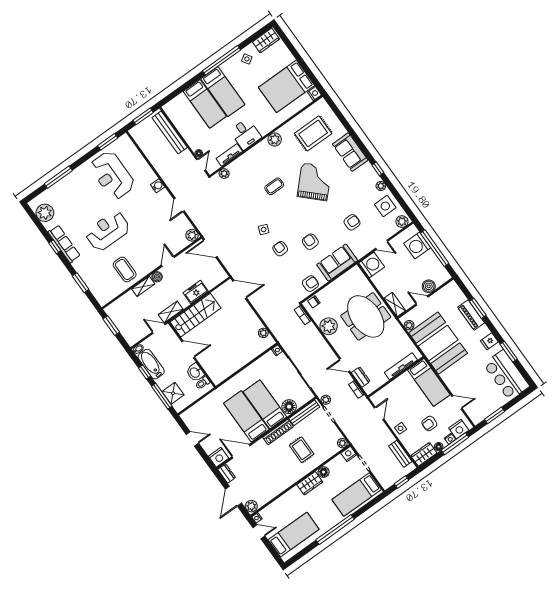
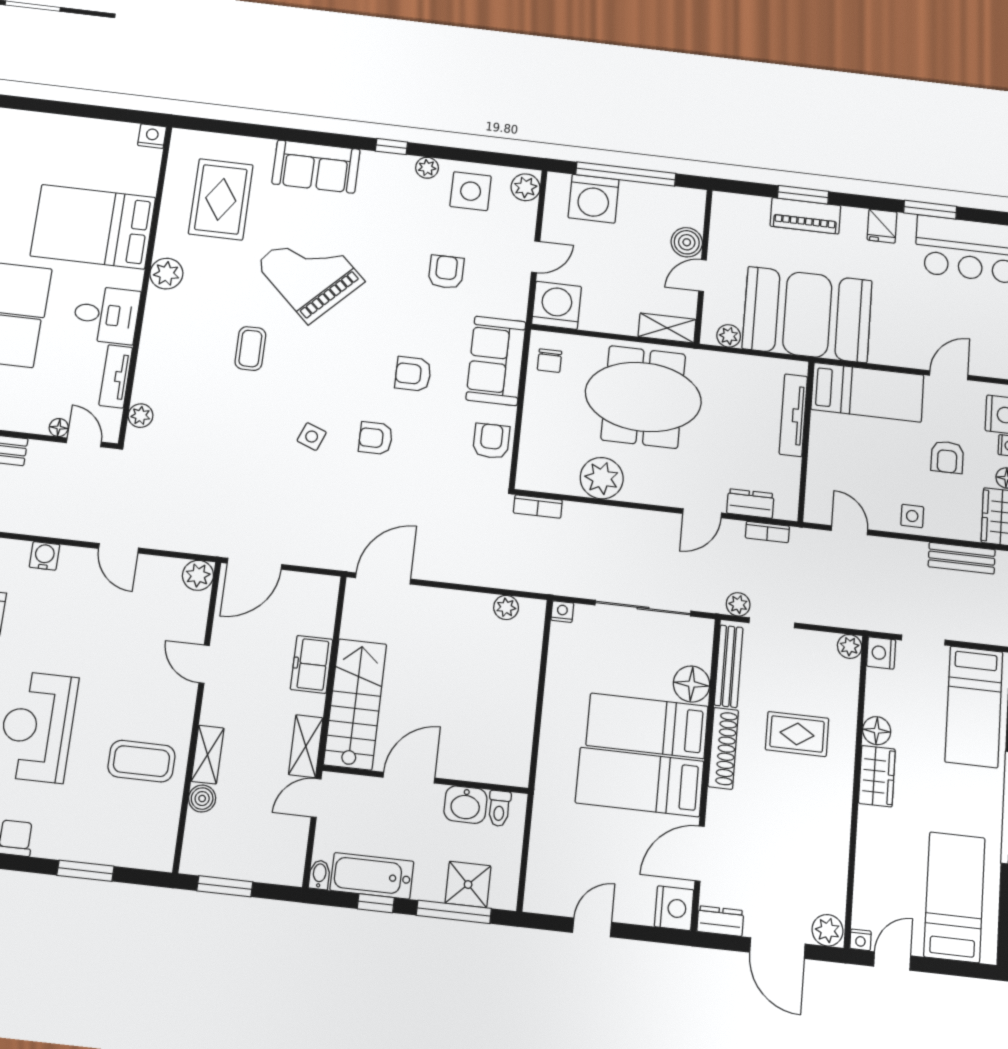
bed: (287, 86) -> (93, 227), moved, turned 90
boiler: (157, 277) -> (202, 799), moved
chair: (314, 302) -> (550, 361), moved

